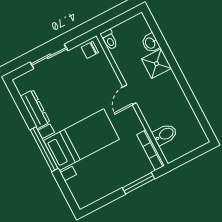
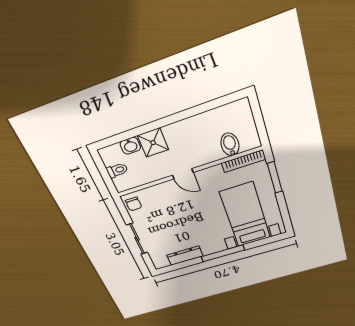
toilet: (109, 40) -> (117, 170), moved
bed with nightstands: (81, 140) -> (245, 215), moved

